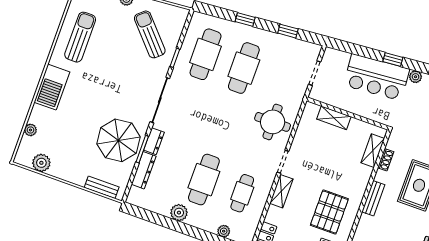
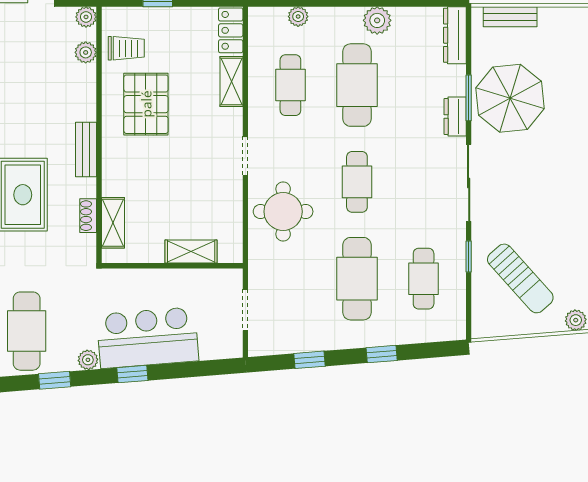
cafe table: (206, 54) -> (424, 279), width x0.73, depth x0.74
cafe table: (224, 124) -> (357, 182), added
dresser: (144, 170) -> (455, 35), moved
shelving: (281, 191) -> (231, 81), moved

